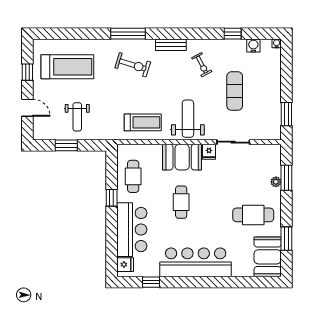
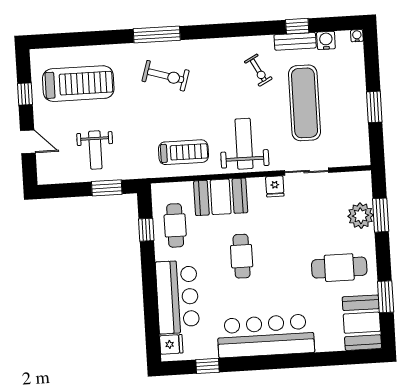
bench: (171, 45) -> (295, 41), moved
exercise mat: (235, 91) -> (305, 103), width x1.36, depth x1.45
window: (286, 114) -> (374, 107), moved
window: (66, 145) -> (107, 188), moved
booth: (182, 157) -> (221, 197), moved
plant: (276, 182) -> (361, 216), width x1.88, depth x1.88
window: (112, 198) -> (146, 230), moved

